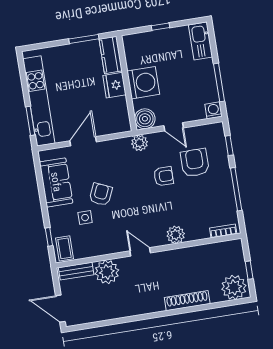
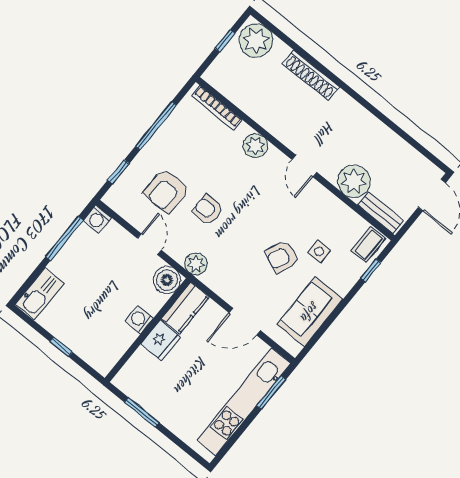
kitchen counter: (111, 55) -> (185, 308), moved
washing machine: (143, 83) -> (139, 320), width x0.53, depth x0.53
bookcase: (223, 231) -> (217, 108), width x1.56

